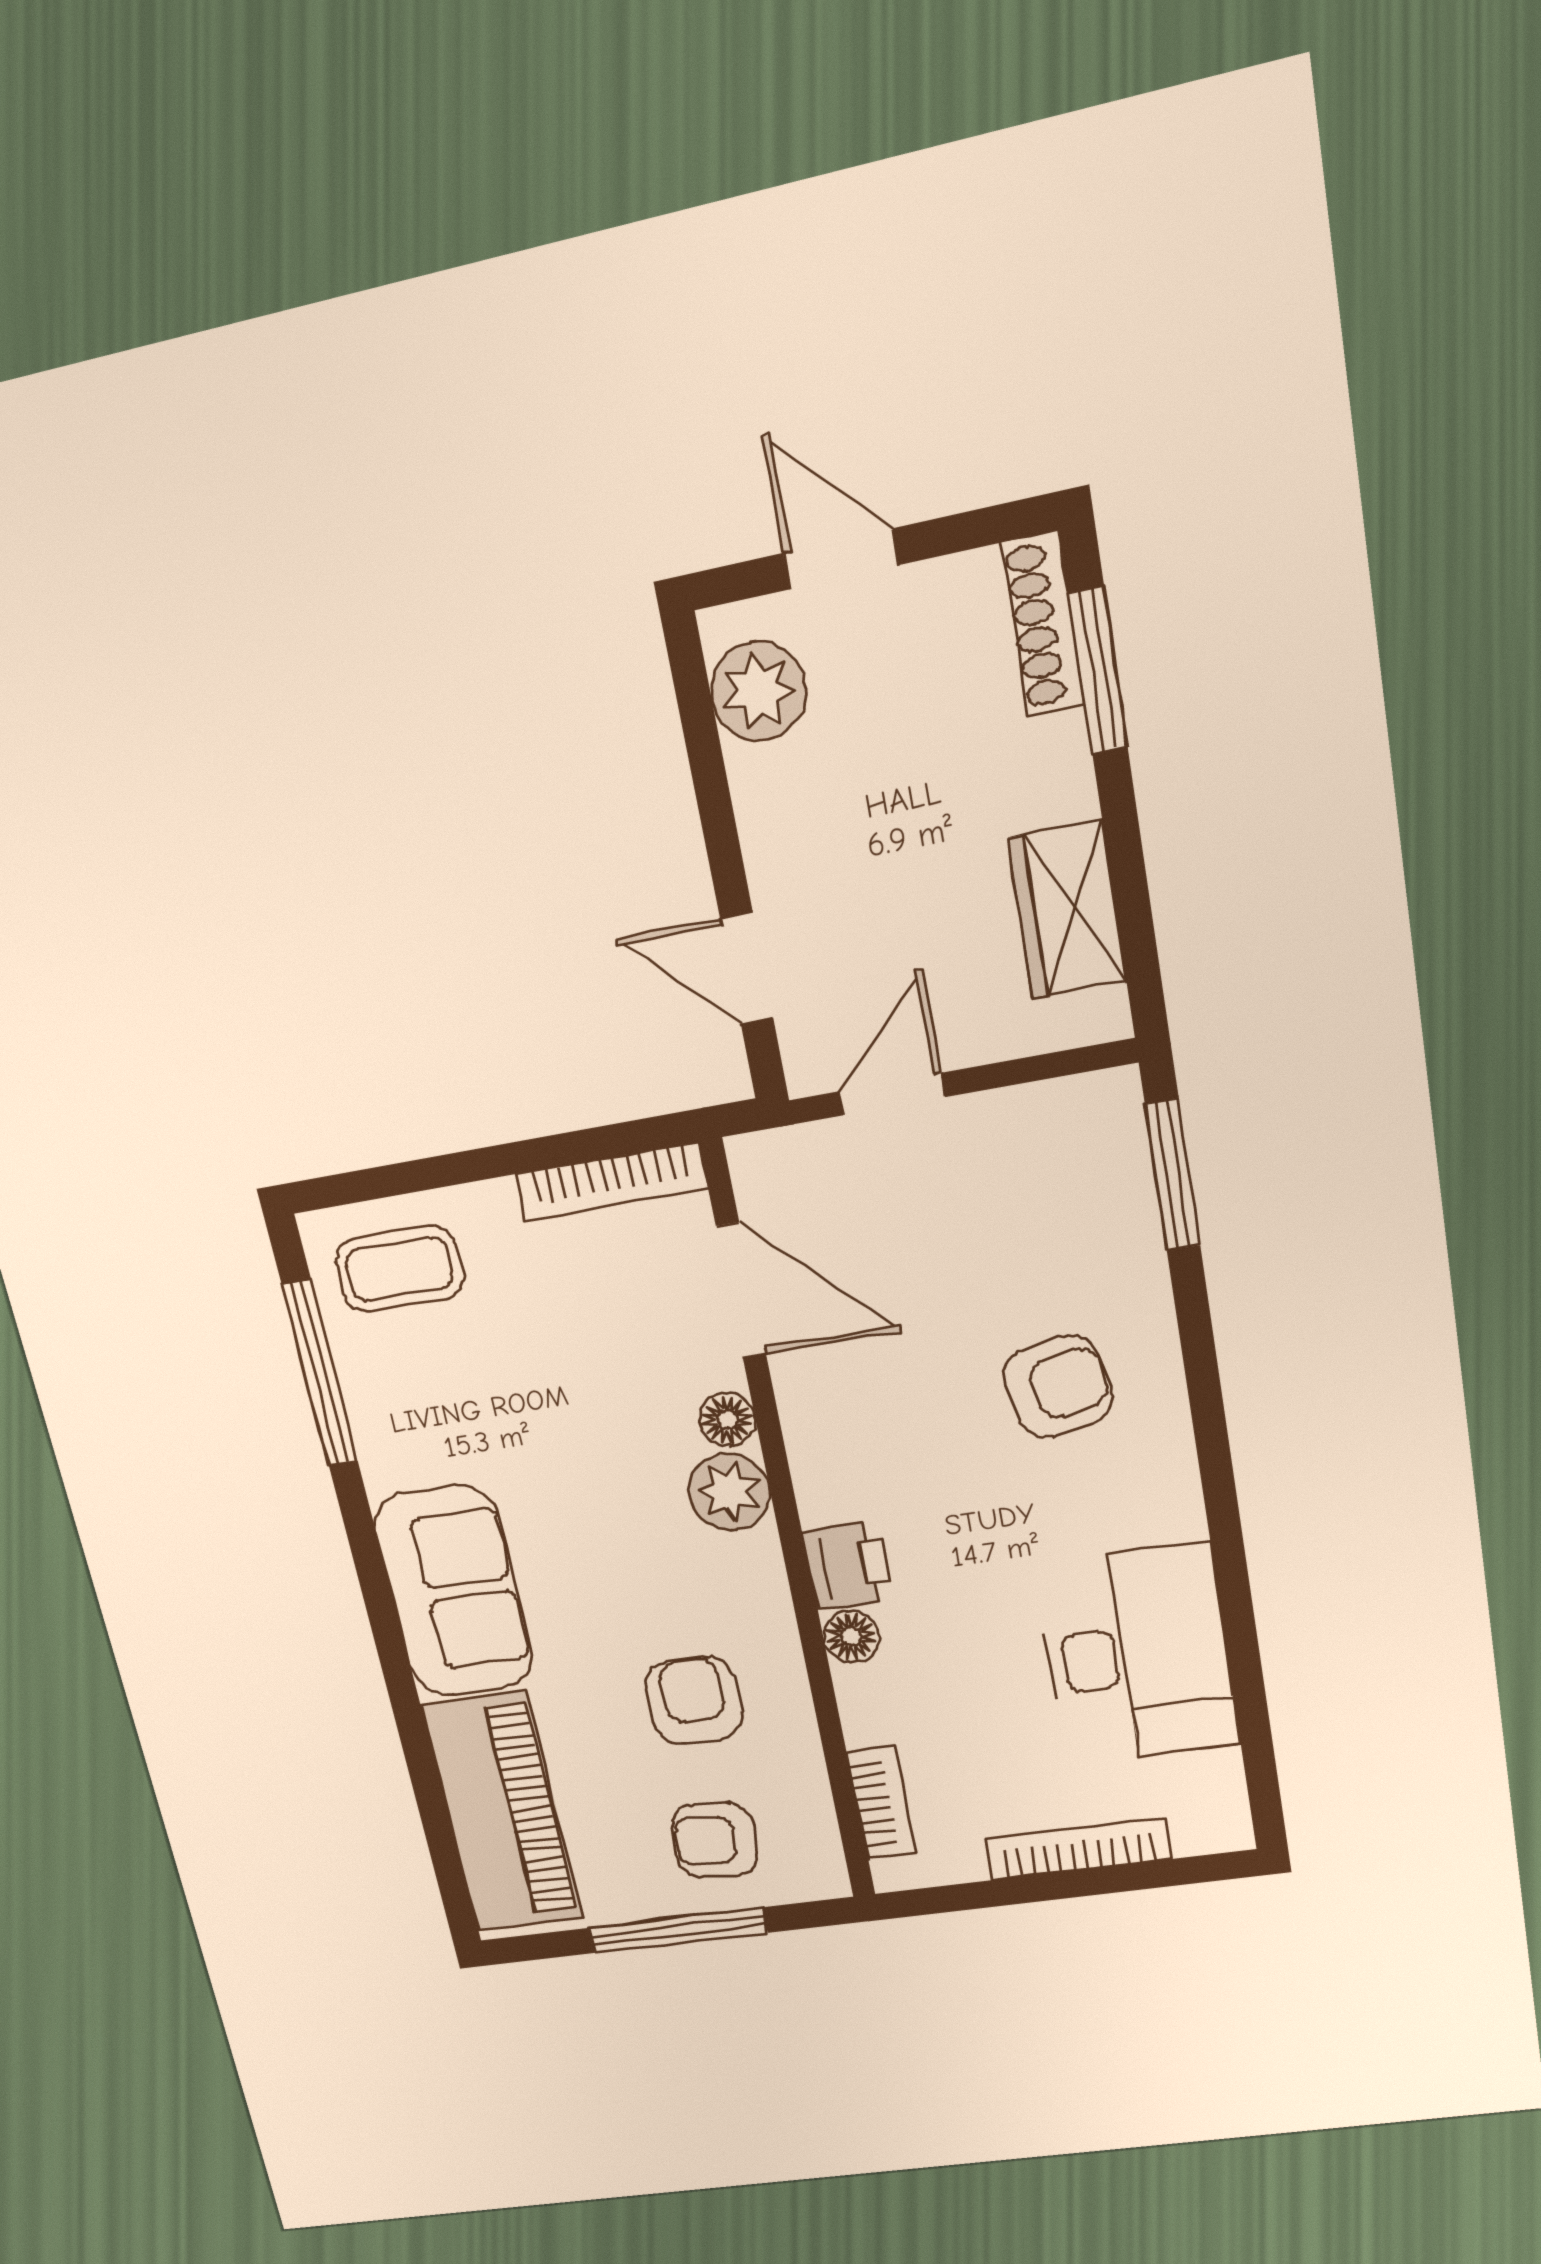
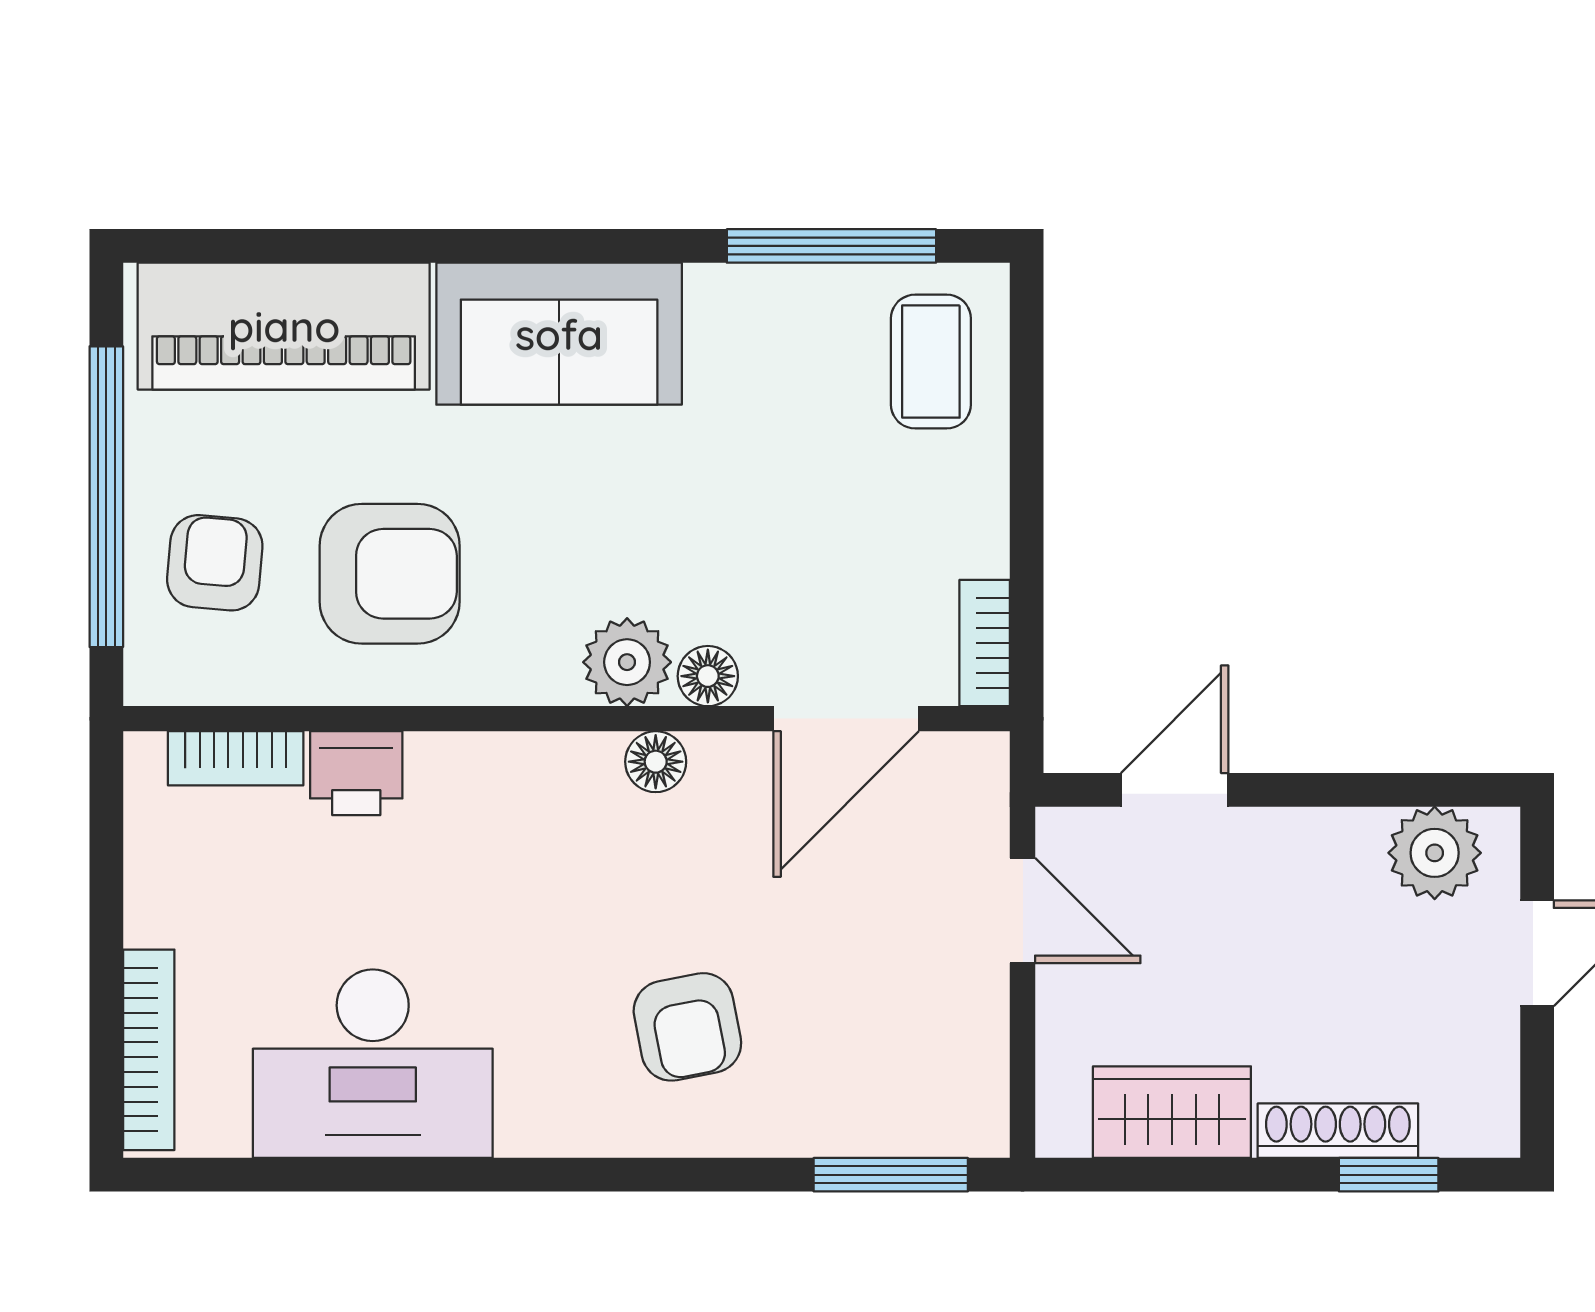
shoe rack: (1043, 624) -> (1338, 1131), moved
window: (1098, 670) -> (1389, 1175), width x0.67
bookcase: (611, 1181) -> (985, 643), width x0.64
printer: (848, 1565) -> (356, 773), moved
floor lamp: (851, 1637) -> (656, 762), moved
armchair: (694, 1700) -> (390, 574), width x1.38, depth x1.38
bookcase: (1079, 1849) -> (149, 1050), moved
window: (678, 1930) -> (106, 497), width x1.46

